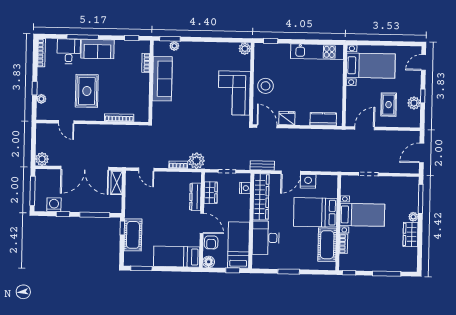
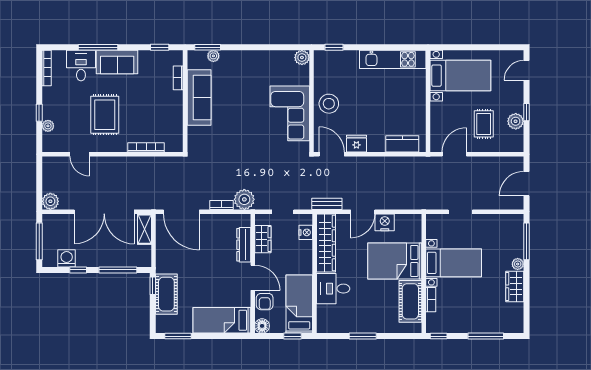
door: (146, 169) -> (181, 212), width x1.88
desk: (266, 238) -> (333, 289), width x0.73

